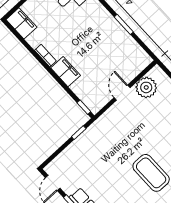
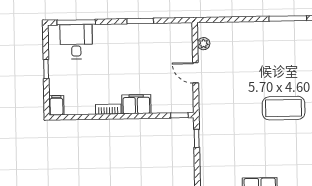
filing cabinet: (21, 23) -> (56, 105), width x0.50
plant: (146, 87) -> (204, 44), width x0.53, depth x0.53

